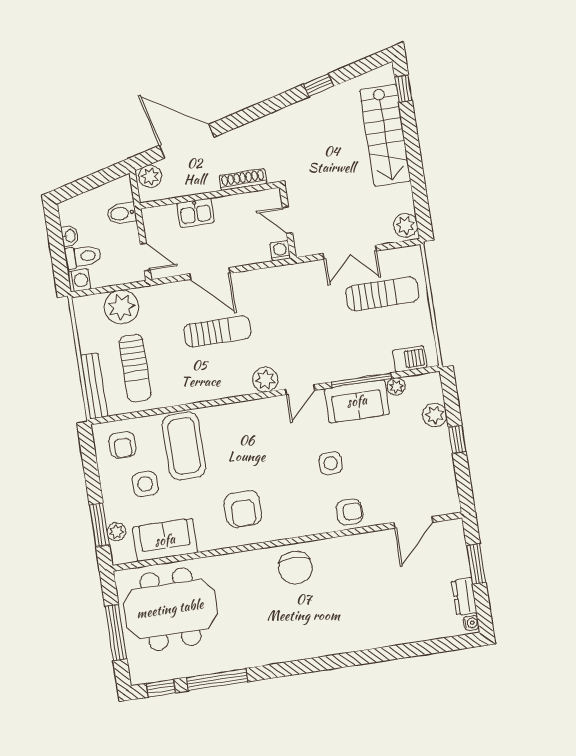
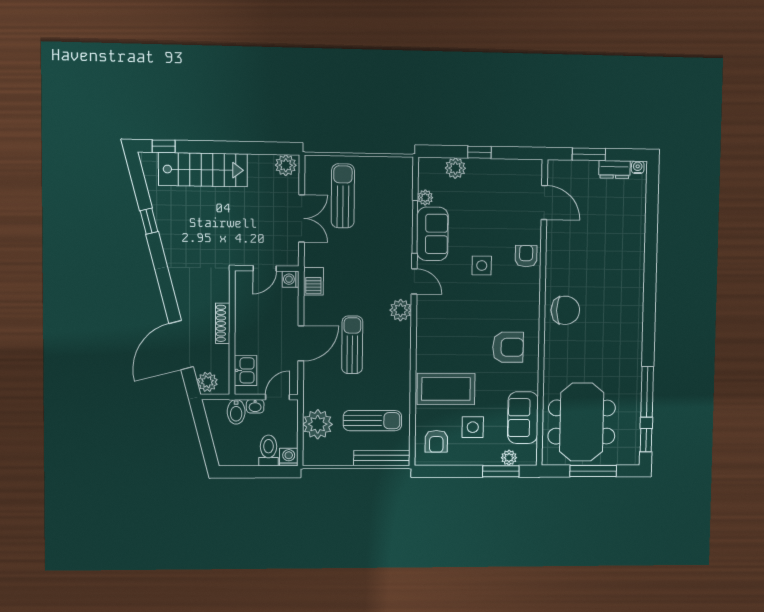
shoe rack: (243, 180) -> (223, 323), moved
kitchen sink: (196, 213) -> (245, 370), moved
washbasin: (70, 236) -> (255, 406), moved, turned 180
barbecue: (410, 359) -> (313, 281), moved, turned 180
armchair: (123, 445) -> (436, 441), turned 90

